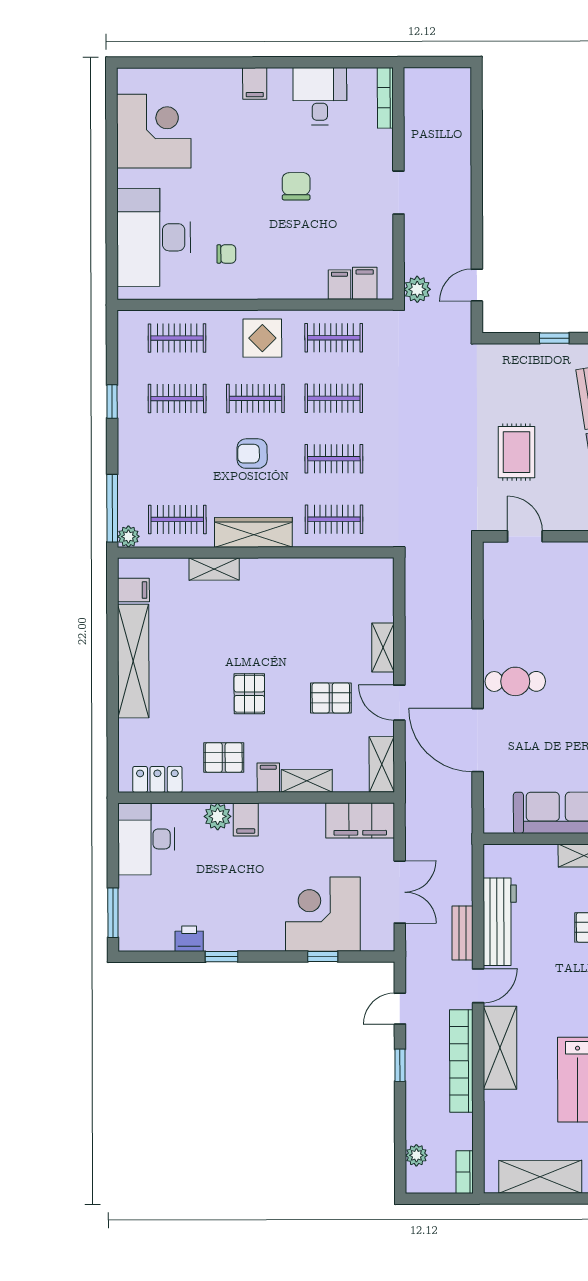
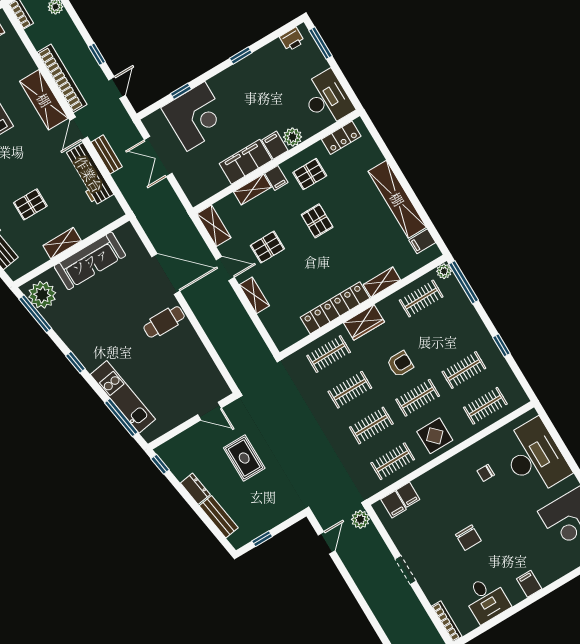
wardrobe: (253, 532) -> (364, 322), width x0.67
locker: (292, 572) -> (335, 308), added
filing cabinet: (360, 820) -> (246, 162), moved
printer: (189, 939) -> (292, 39), moved

